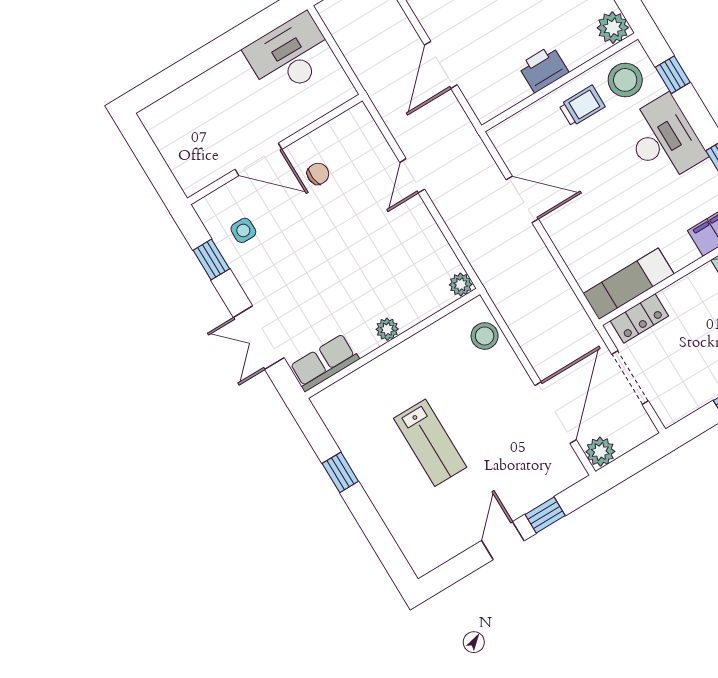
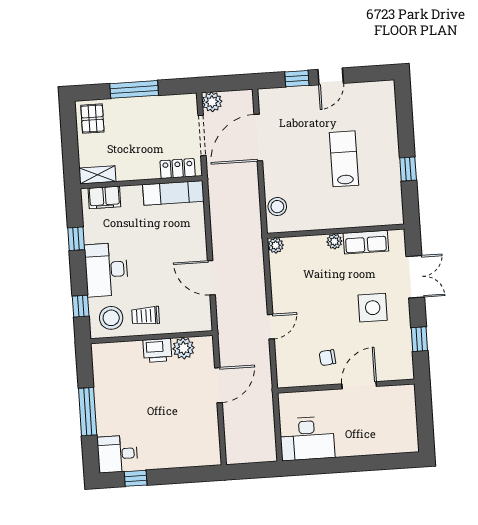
plant: (613, 28) -> (184, 348), moved
door: (259, 159) -> (359, 385), hinge flipped
side table: (243, 230) -> (373, 308), moved, width x1.87, depth x1.87
row of seats: (324, 363) -> (366, 242), moved
plant: (600, 452) -> (212, 102), moved

